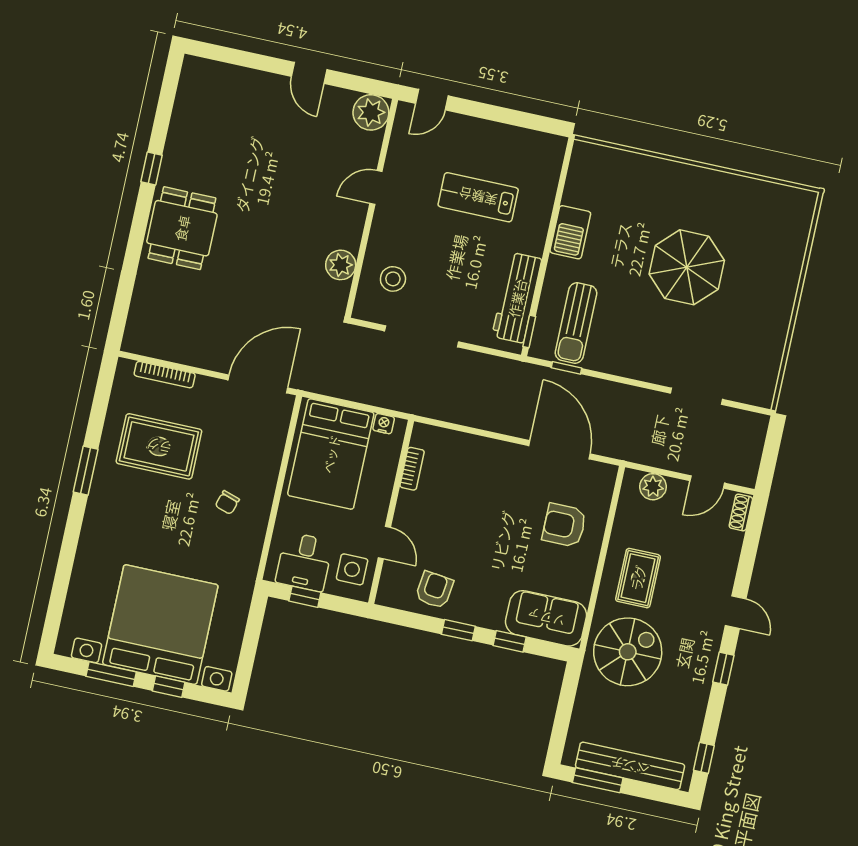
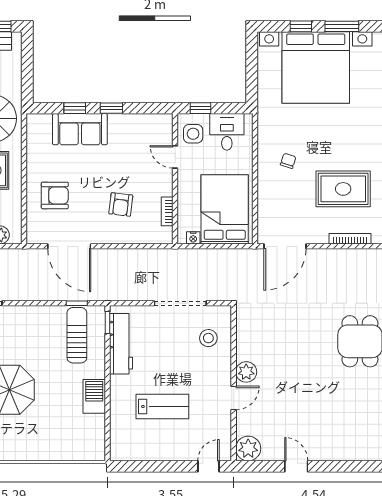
plant: (341, 265) -> (246, 372), moved
armchair: (434, 590) -> (121, 204), moved
window: (305, 597) -> (200, 108), moved
sofa: (546, 618) -> (80, 129), moved

